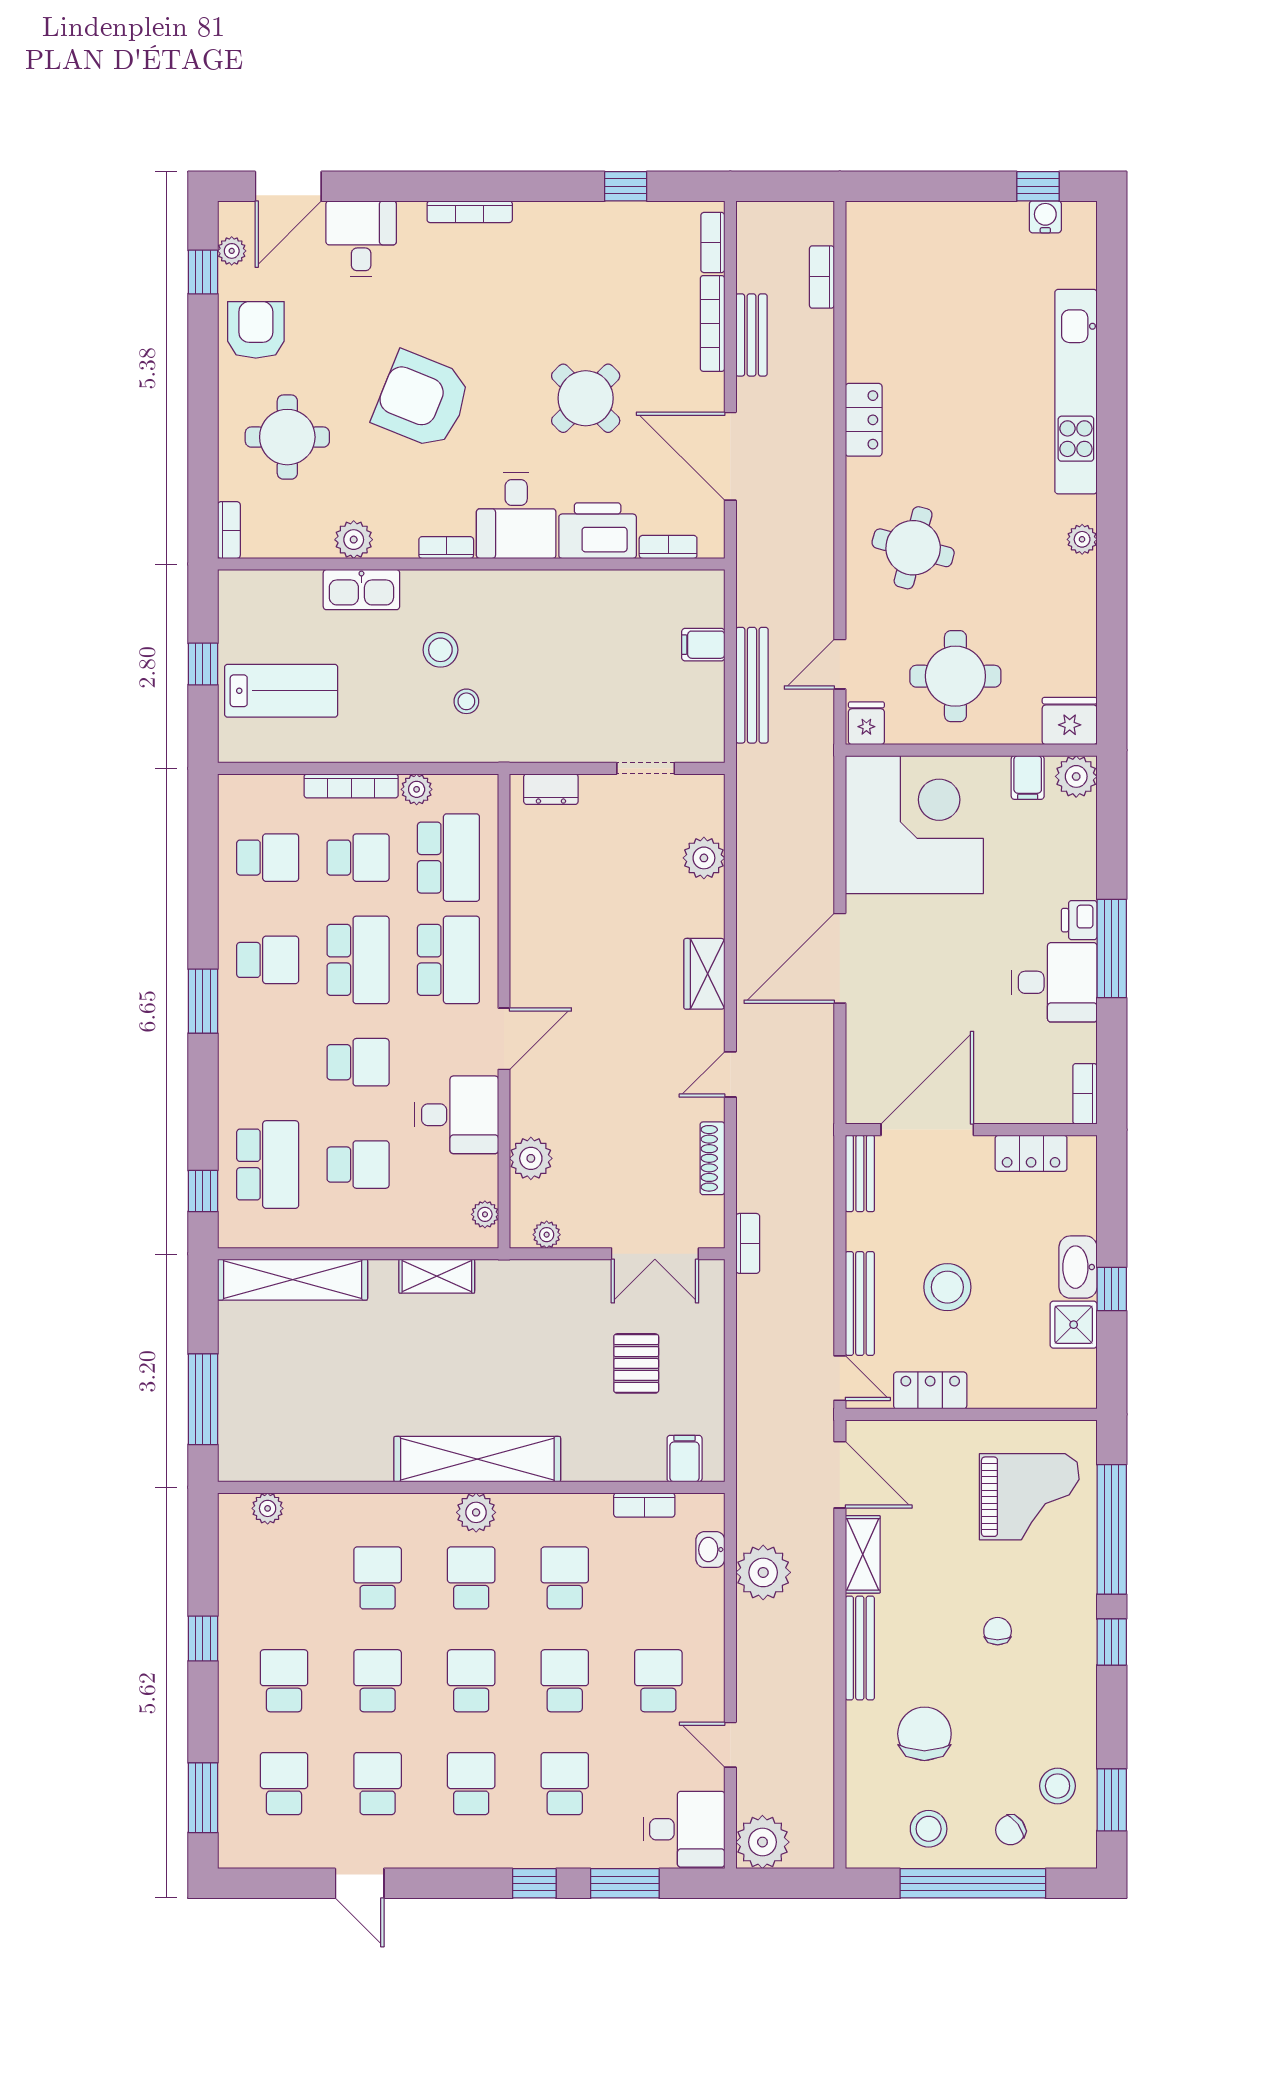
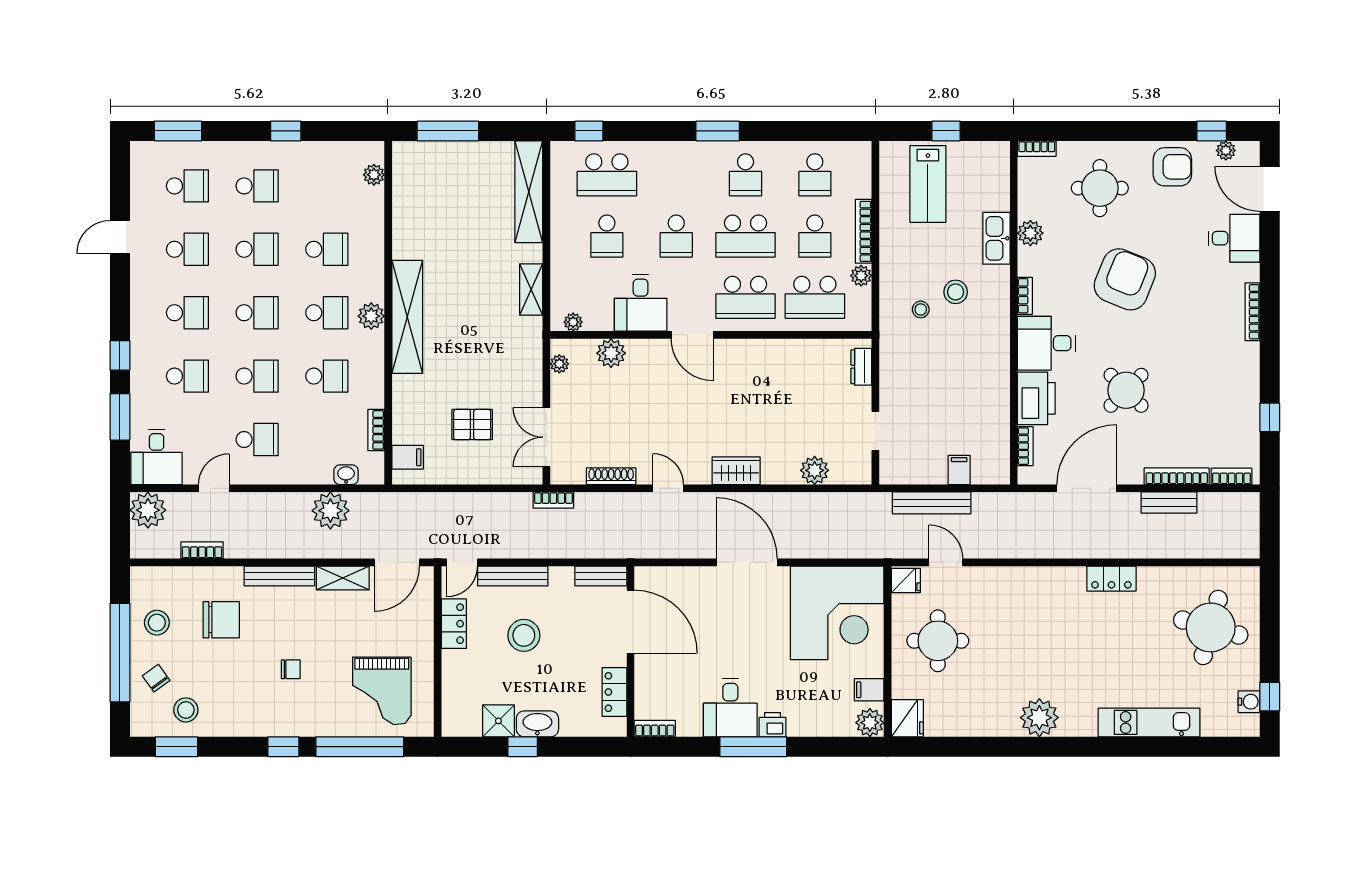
bookcase: (822, 277) -> (202, 550), moved
kitchen unit: (1076, 392) -> (1149, 722), width x0.73
plant: (1082, 539) -> (1039, 718), width x1.88, depth x1.88
round table: (913, 548) -> (1211, 627), moved, width x1.36, depth x1.36

